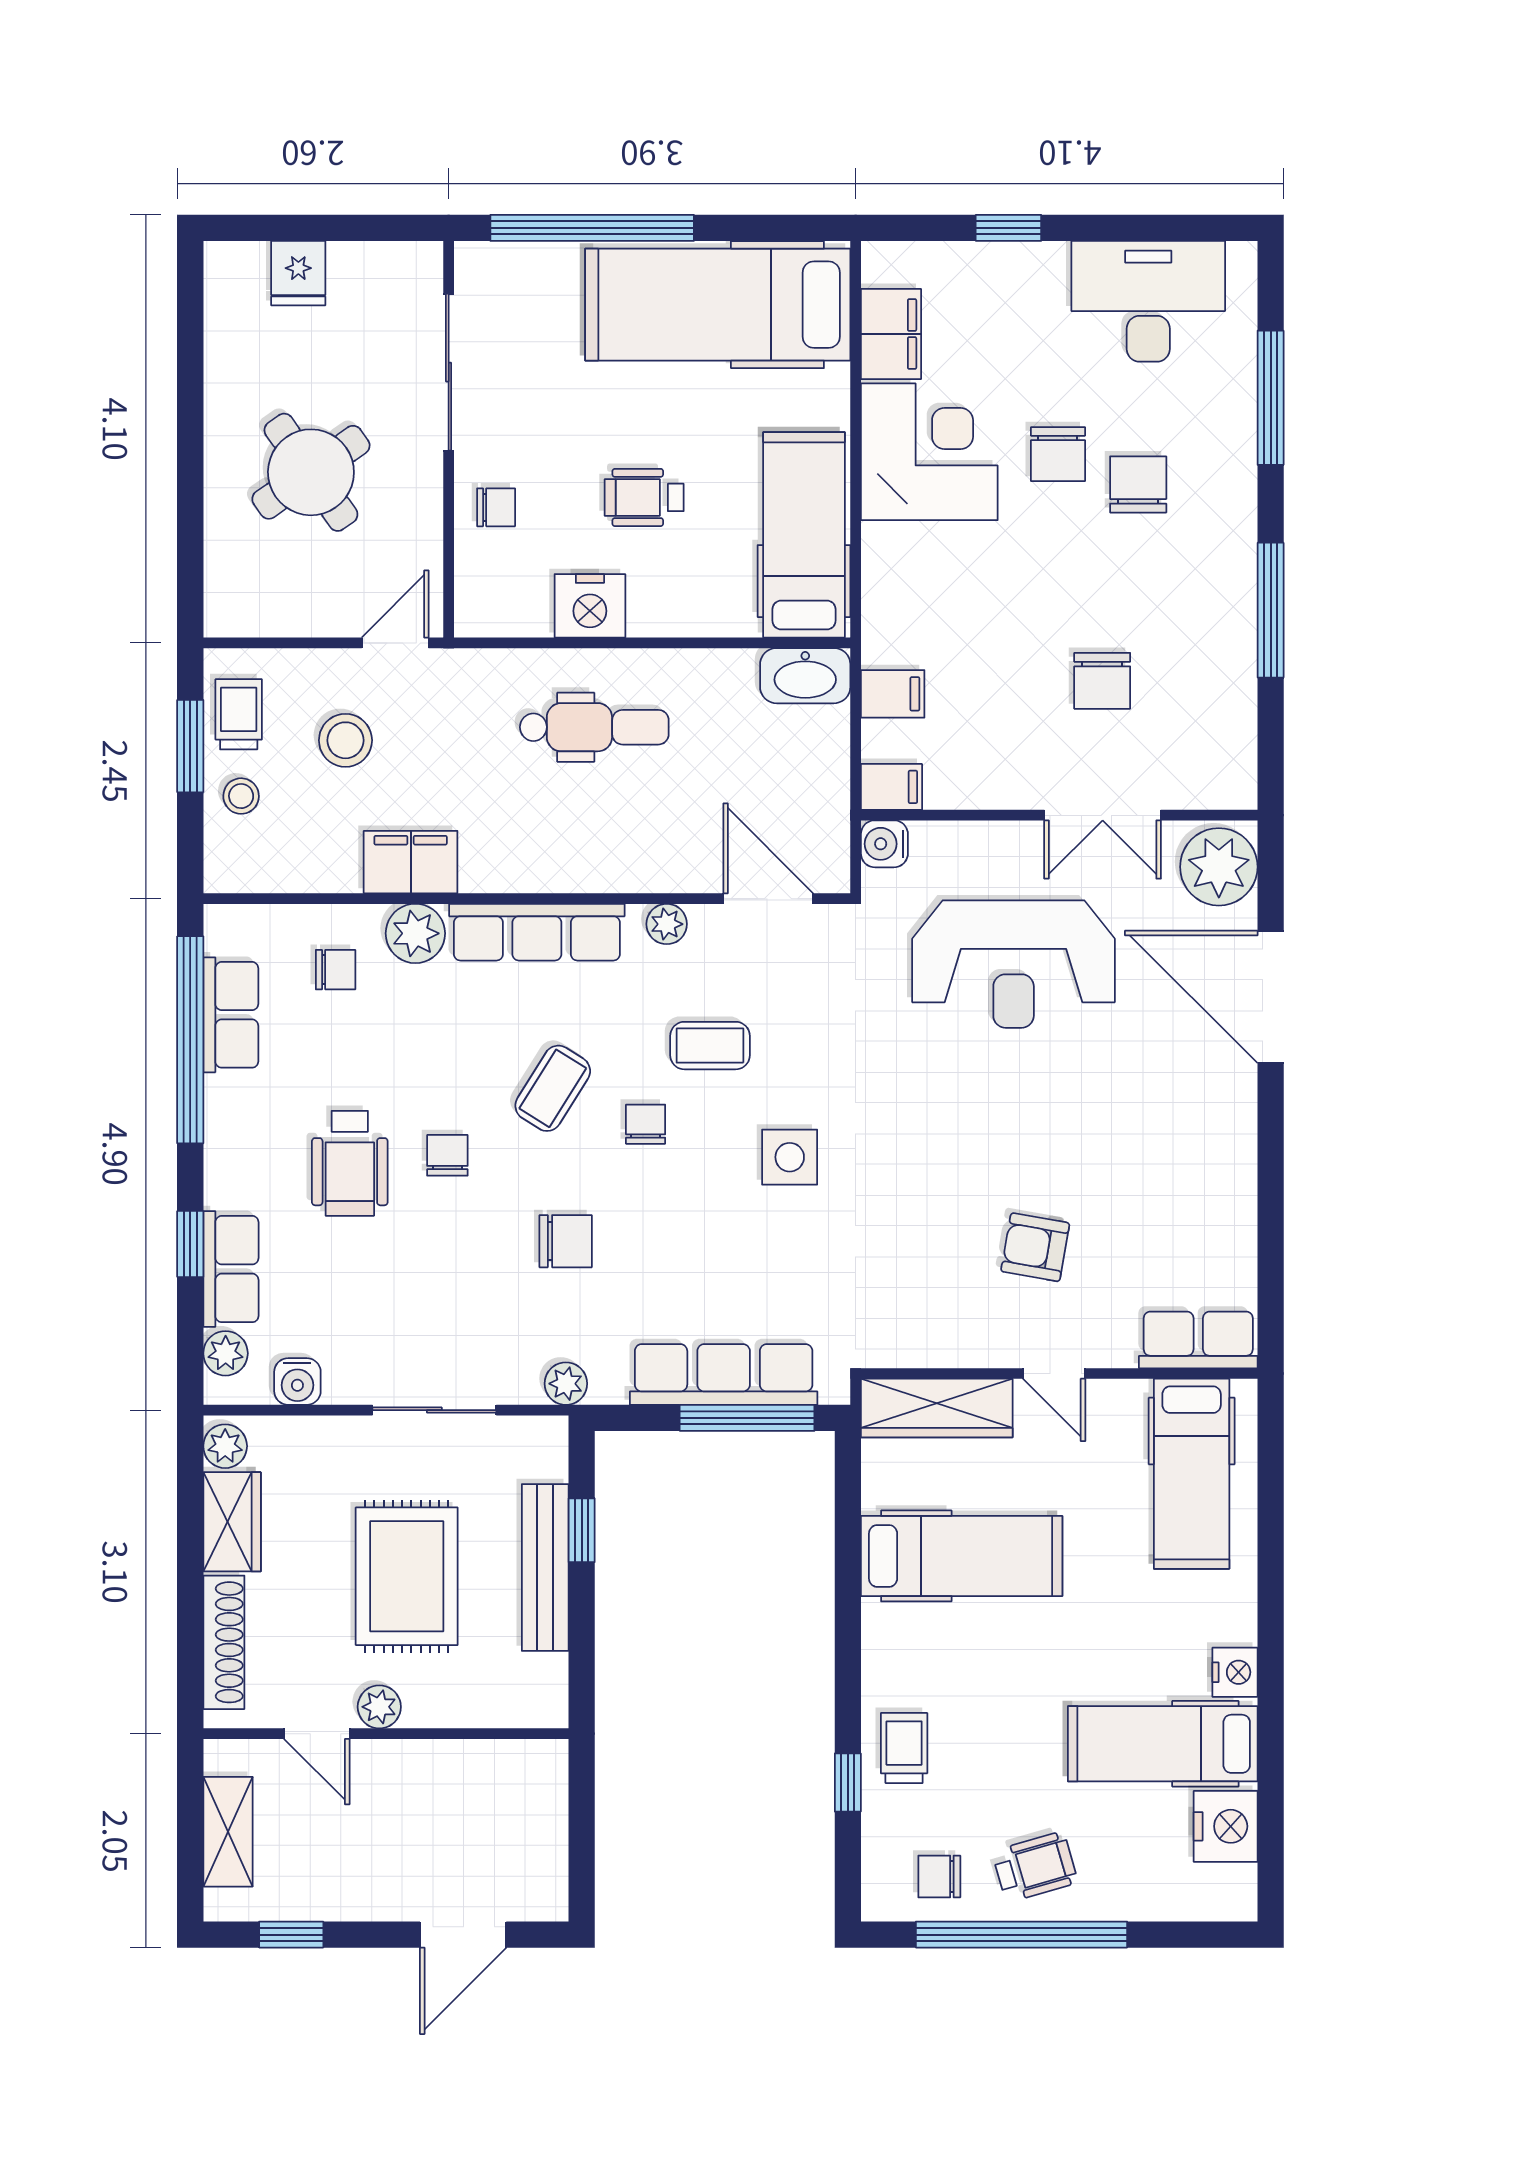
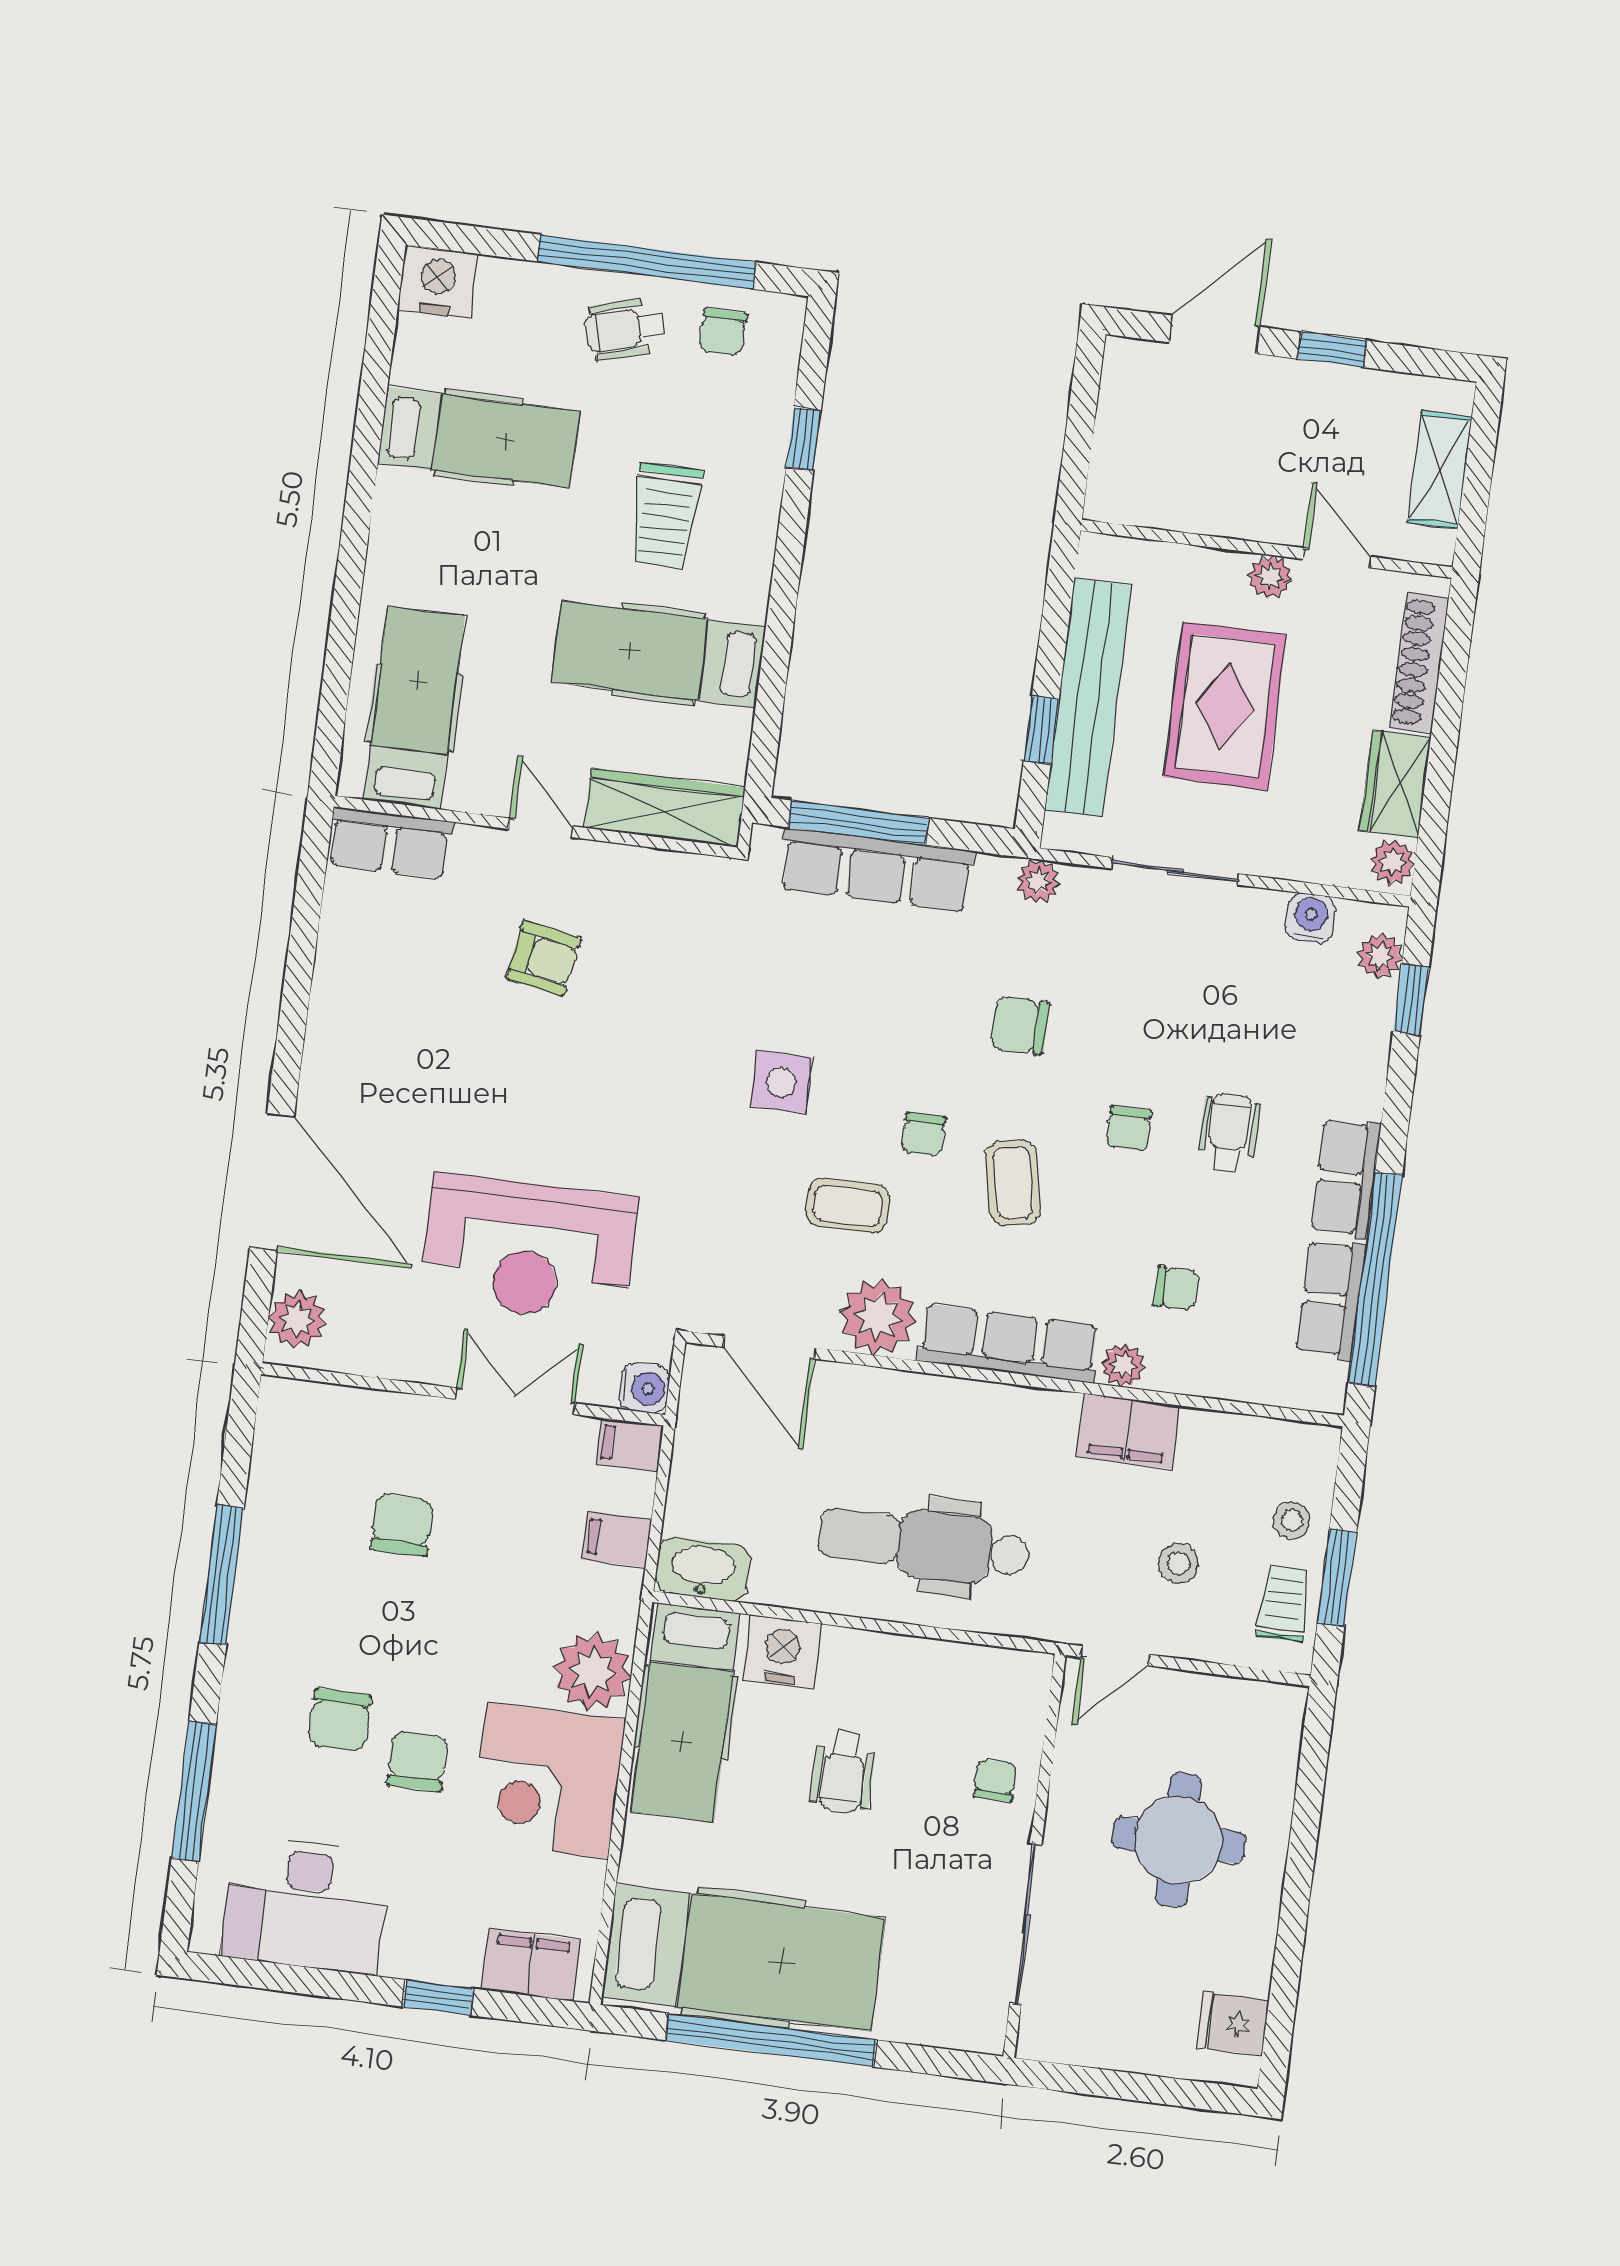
window: (592, 228) -> (771, 2040), moved
fridge: (298, 273) -> (1233, 2024), moved, turned -90
filing cabinet: (891, 334) -> (531, 1965), moved, turned 90
round table: (311, 472) -> (1179, 1840), turned 35
wheelchair: (644, 497) -> (843, 1771), turned 90
chair: (496, 507) -> (995, 1780), turned 90
plant: (899, 563) -> (593, 1671), added
nightstand: (590, 606) -> (782, 1651), moved
trolley: (239, 714) -> (1283, 1604), turned 180
dental chair: (594, 727) -> (924, 1544), width x1.36, depth x1.38
stool: (345, 740) -> (1178, 1563), width x0.73, depth x0.73
double door: (1103, 815) -> (515, 1401), moved
plant: (1219, 867) -> (297, 1320), width x0.73, depth x0.73
plant: (667, 924) -> (878, 1317), width x1.87, depth x1.87
plant: (415, 933) -> (1123, 1365), width x0.73, depth x0.73
reception desk: (1014, 964) -> (529, 1249), turned 180
chair: (336, 970) -> (1176, 1288), moved, turned 180
coffee table: (553, 1088) -> (1013, 1183), turned -44
wheelchair: (350, 1163) -> (1229, 1133), width x0.73, depth x0.73
window: (190, 1244) -> (1411, 999), moved
row of seats: (231, 1269) -> (1346, 1178), moved
bench: (545, 1567) -> (1088, 698), width x1.37, depth x1.21
nightstand: (1235, 1672) -> (396, 501), removed
trolley: (904, 1748) -> (665, 516), moved, width x1.36, depth x1.39
nightstand: (1226, 1826) -> (437, 282), moved, turned 90
chair: (939, 1876) -> (723, 332), turned 90
window: (291, 1935) -> (1332, 350), moved

